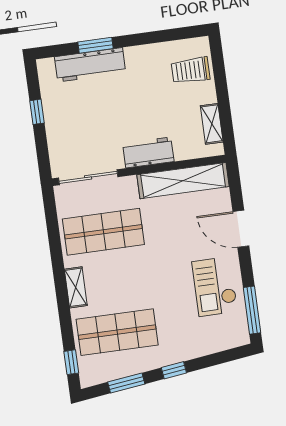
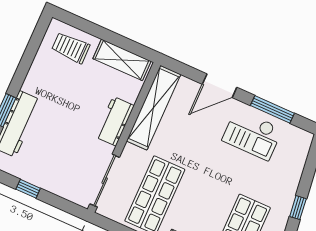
trolley: (191, 70) -> (71, 48), turned 90
shelving: (212, 124) -> (122, 60), width x1.50, depth x1.33
window: (252, 310) -> (272, 109), moved

